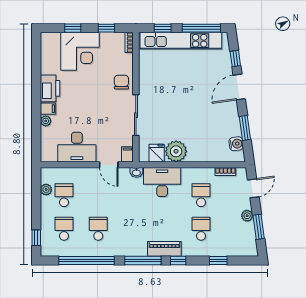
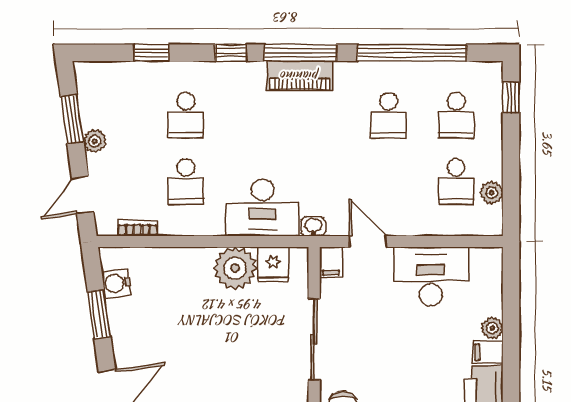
piano: (164, 249) -> (300, 76), moved

